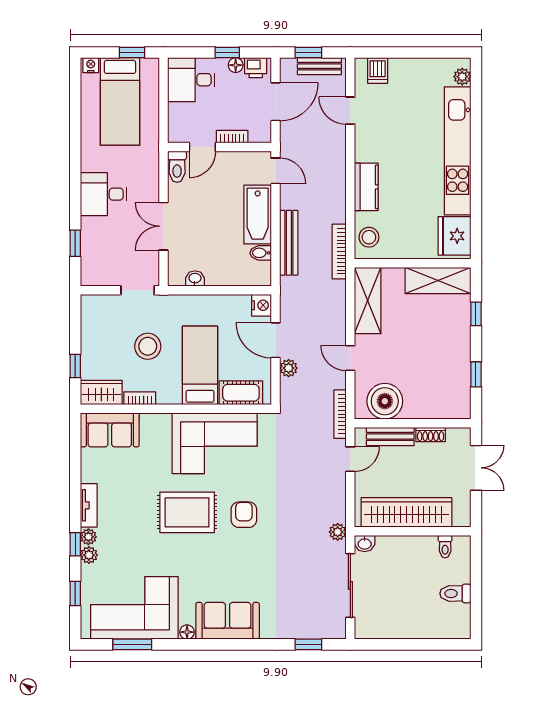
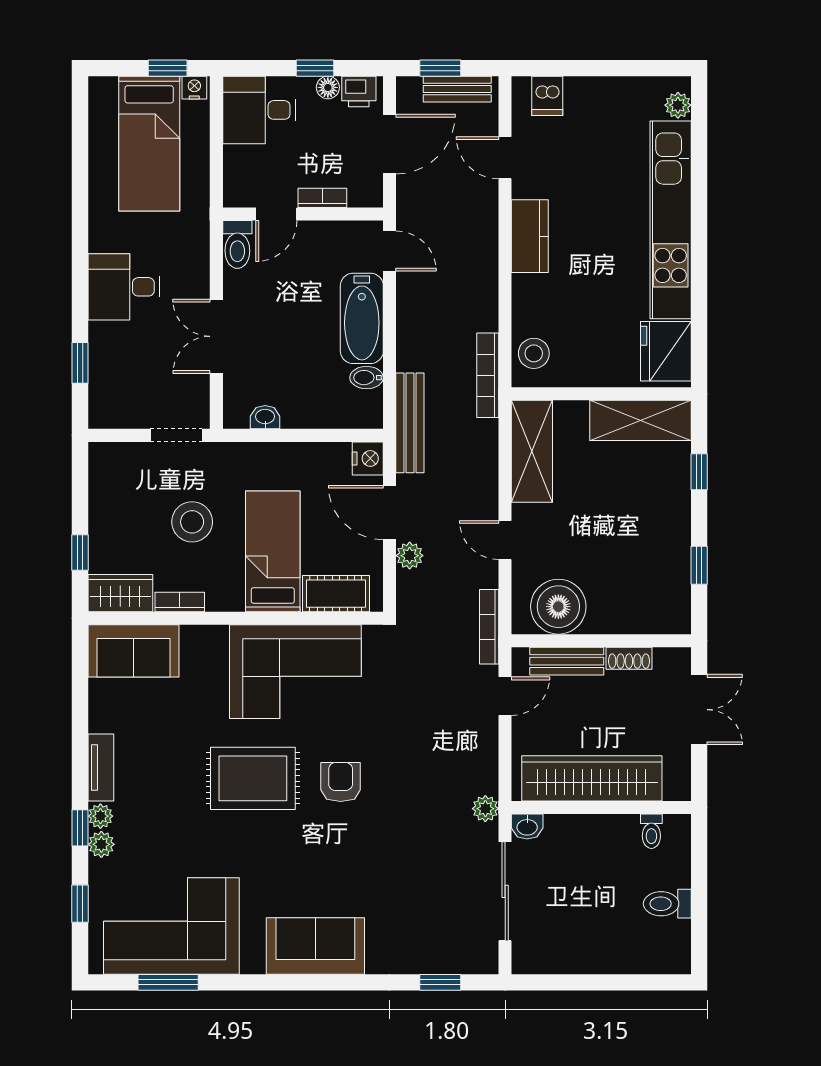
nightstand: (91, 65) -> (194, 88), moved
kitchen counter: (366, 187) -> (530, 236), moved
bench: (289, 243) -> (410, 423), moved
floor lamp: (187, 632) -> (253, 963), removed

